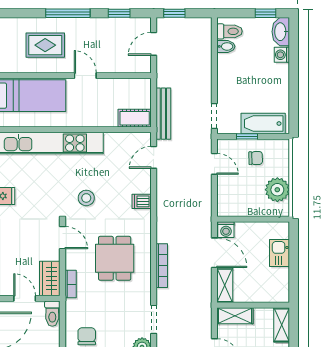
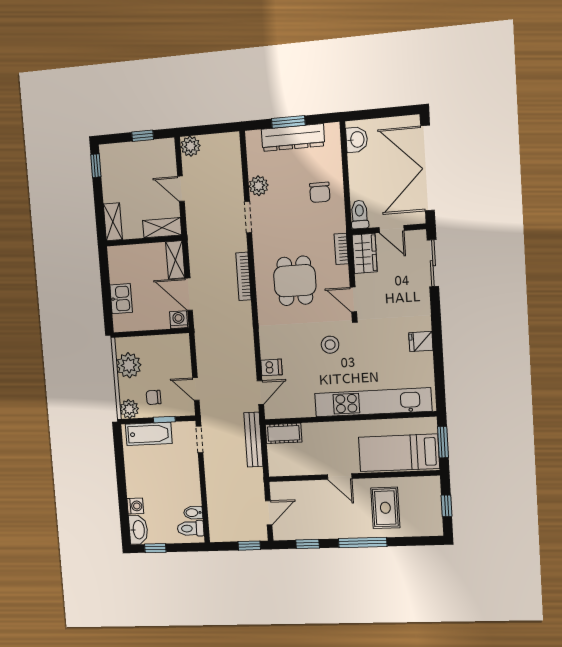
rug: (45, 45) -> (385, 508), turned 90
plant: (280, 148) -> (129, 409), added
dishwasher: (142, 201) -> (271, 367), moved

